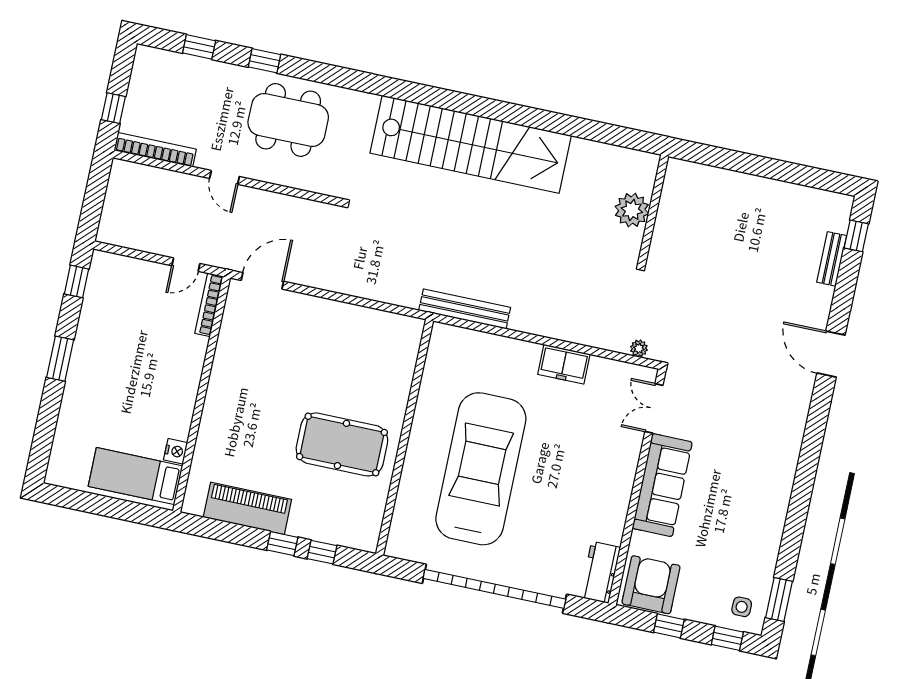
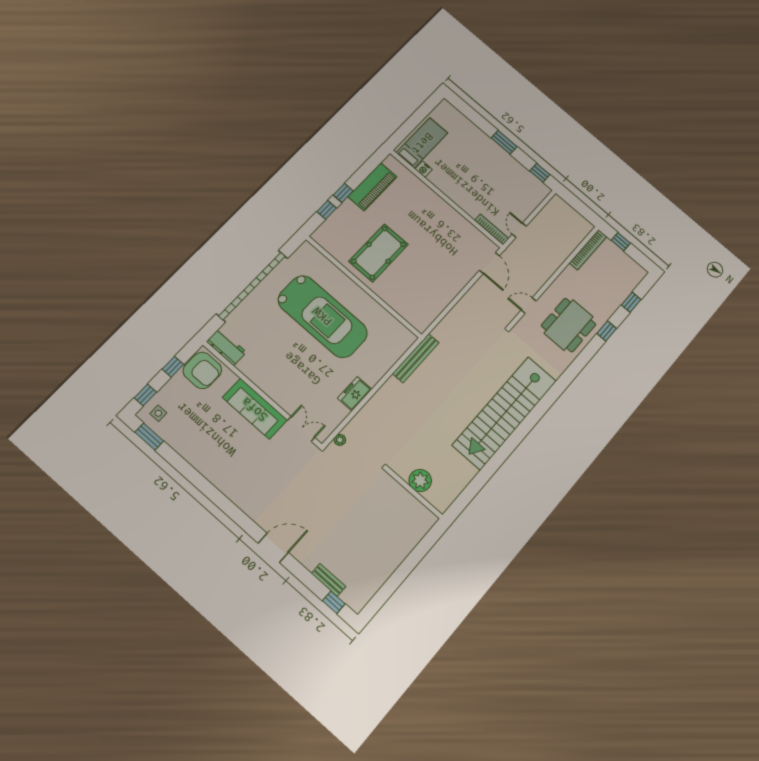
door: (224, 177) -> (529, 306), moved

